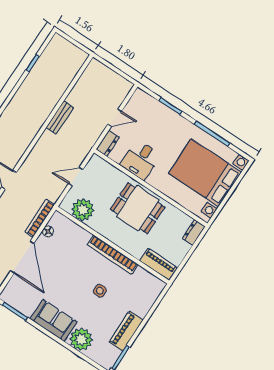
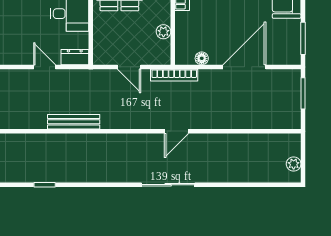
bench: (60, 117) -> (74, 122), width x1.36
plant: (83, 210) -> (163, 32), width x0.53, depth x0.53
bookcase: (40, 218) -> (174, 75), moved

